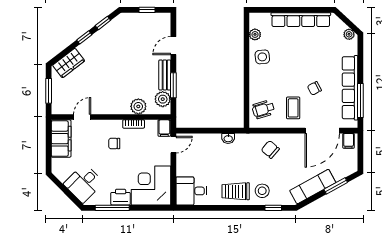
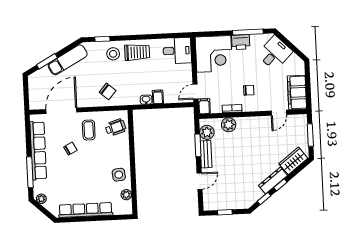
dresser: (92, 42) -> (273, 180), added
window: (360, 100) -> (30, 172), moved
filing cabinet: (349, 141) -> (158, 97), moved

